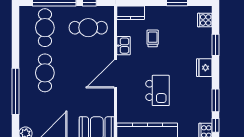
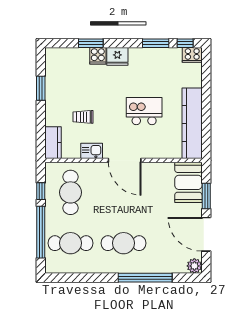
cooker: (205, 20) -> (98, 56), moved

